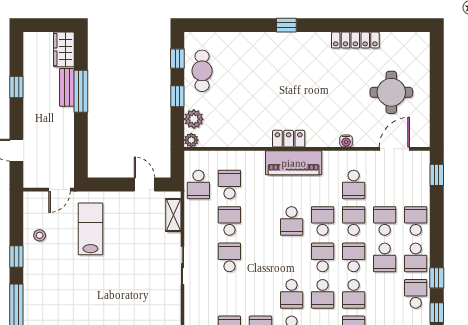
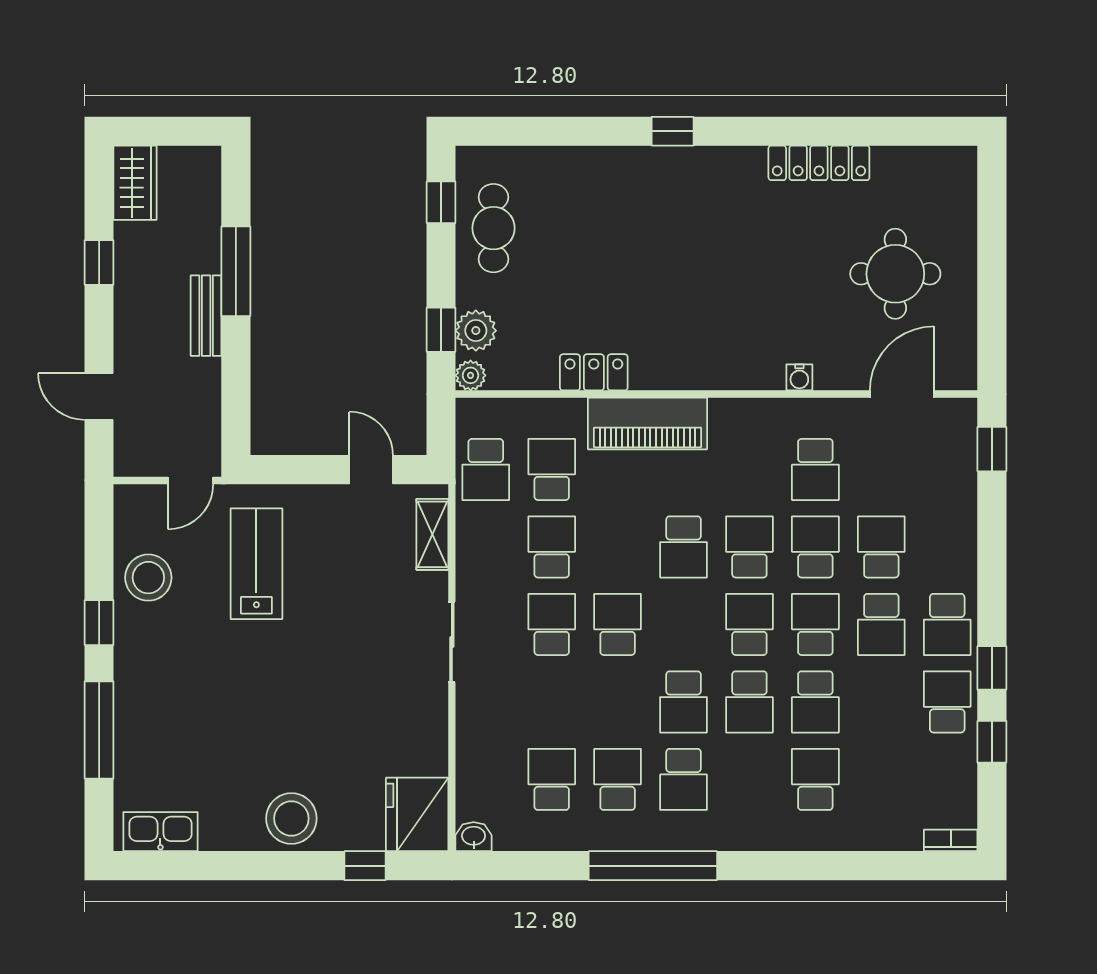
wardrobe: (64, 49) -> (135, 183), moved, turned 180
bench: (67, 87) -> (206, 316), moved
window: (177, 96) -> (441, 330), moved
locker: (289, 139) -> (594, 372), moved
piano: (294, 163) -> (647, 423), moved
school desk: (416, 221) -> (618, 624), moved
stool: (40, 235) -> (148, 578), width x1.89, depth x1.89

